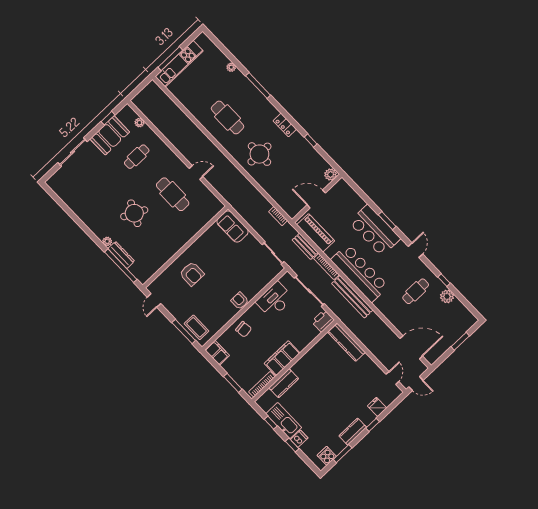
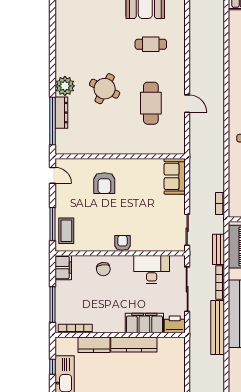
plant: (139, 123) -> (180, 19), removed
plant: (107, 241) -> (65, 86), width x1.87, depth x1.87
door: (154, 300) -> (53, 175), swing flipped
kitchen counter: (347, 342) -> (134, 344), moved, turned -90
filing cabinet: (282, 358) -> (144, 323), moved
window: (233, 383) -> (53, 305), width x1.44

